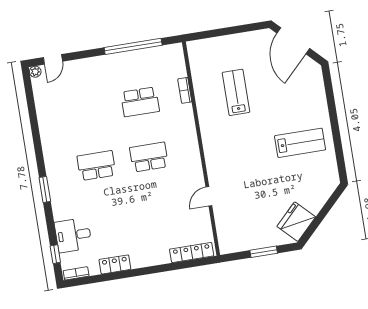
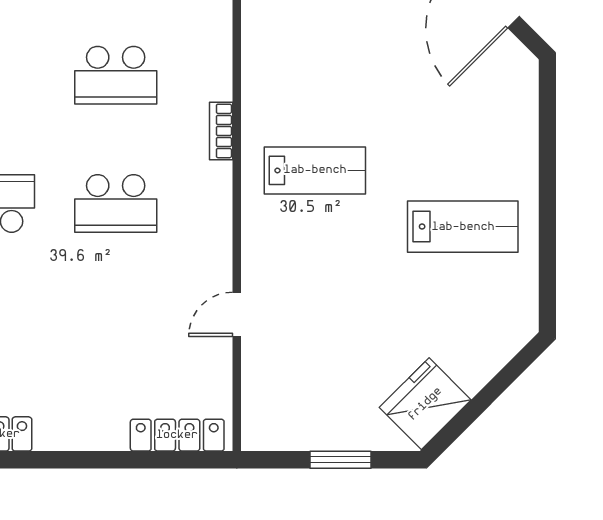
bookcase: (185, 90) -> (221, 131), moved
lab bench: (236, 92) -> (315, 170), moved, turned 90
school desk: (149, 157) -> (116, 203), turned 180

